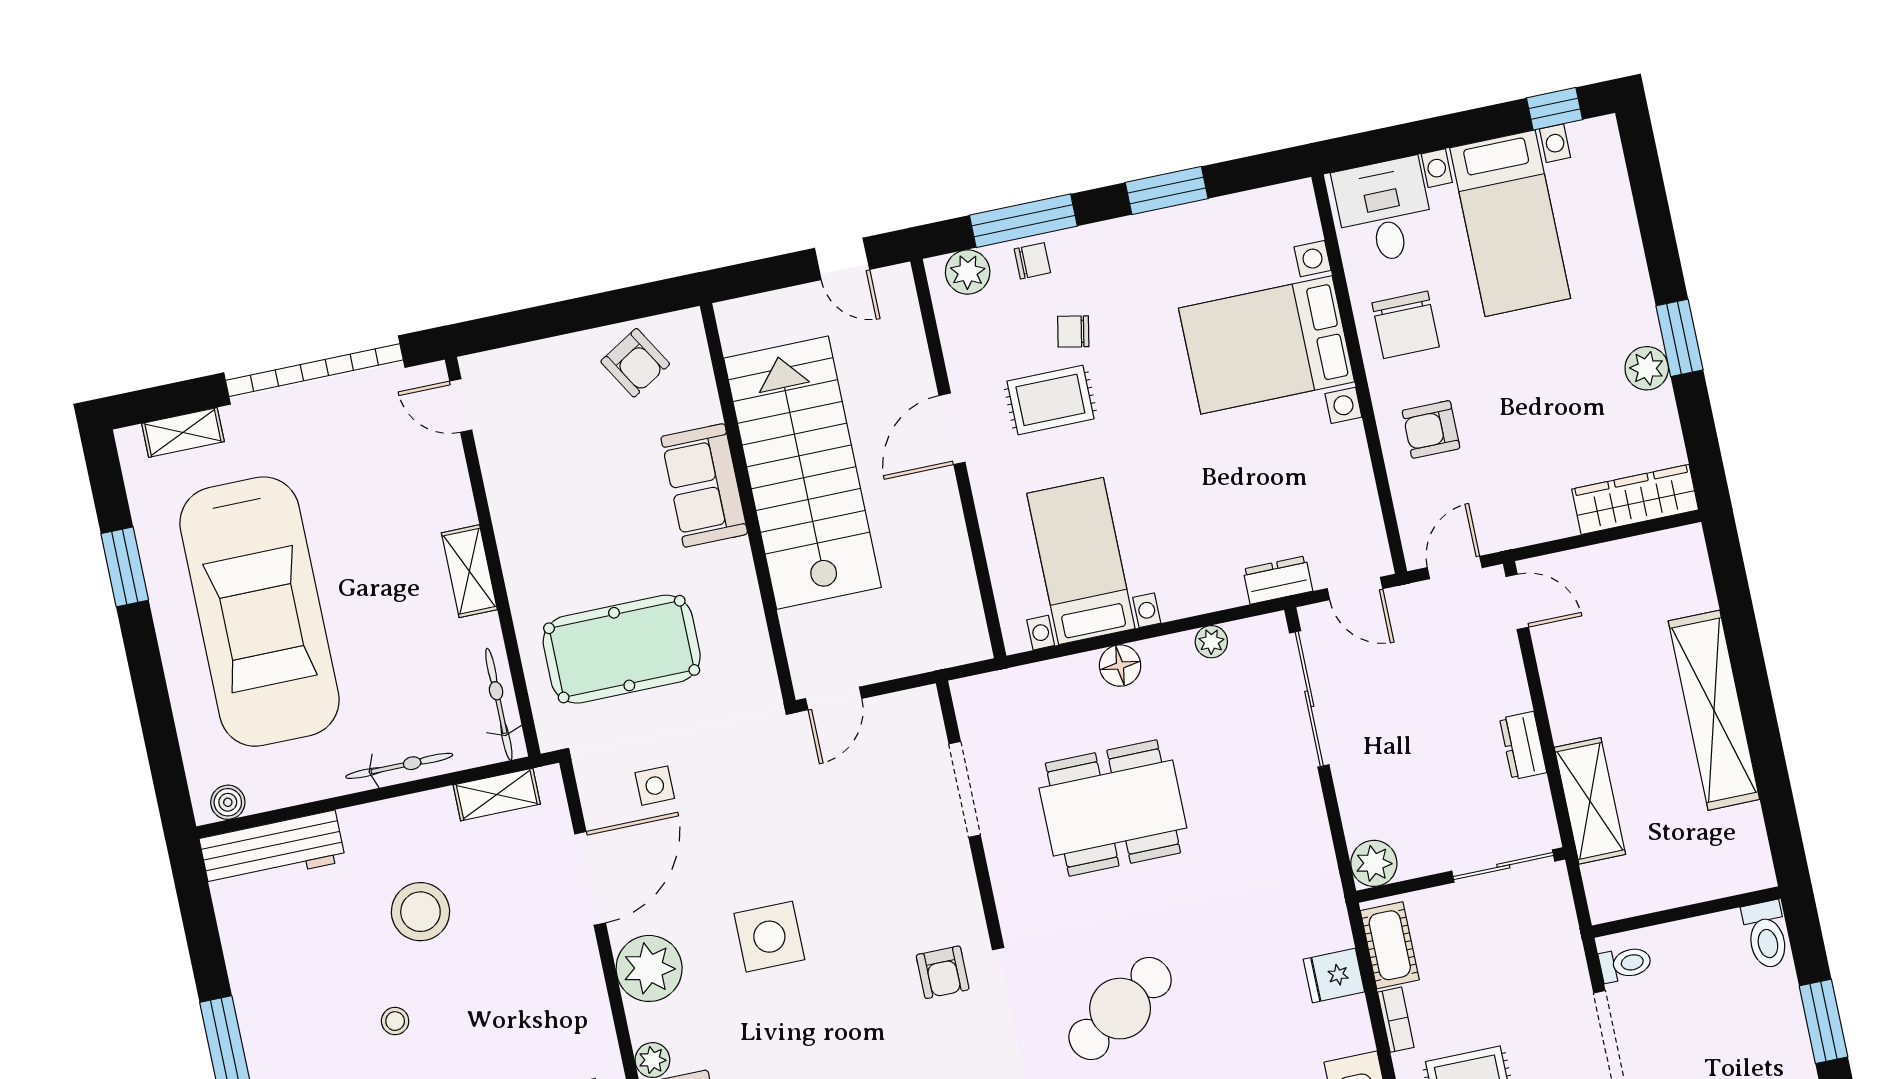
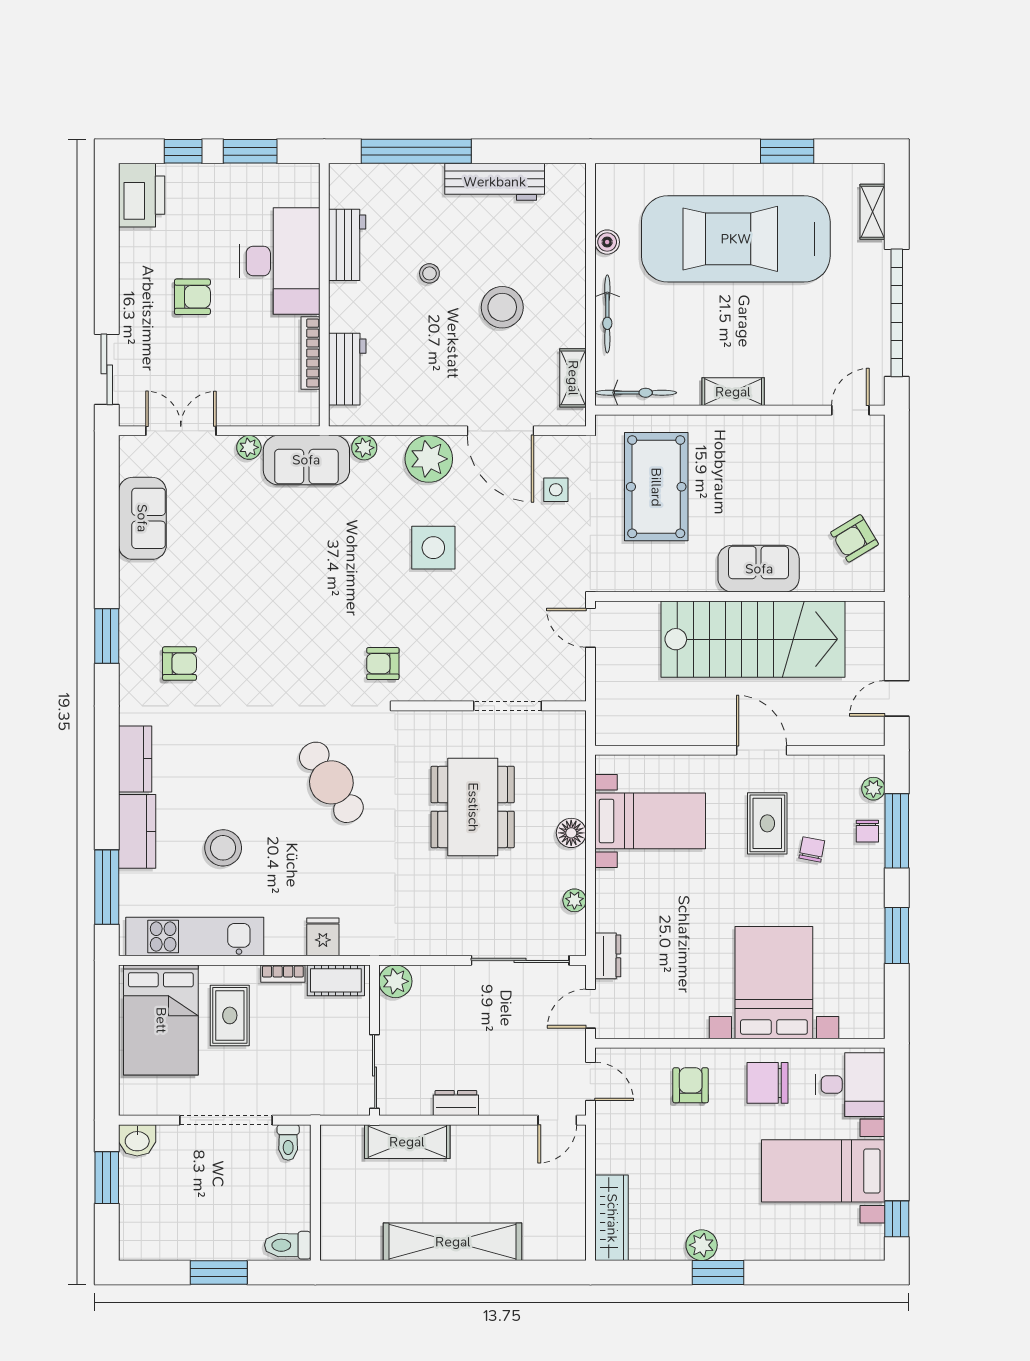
plant: (968, 272) -> (873, 789), width x0.73, depth x0.73
boiler: (228, 802) -> (607, 242), moved
workbench: (272, 850) -> (495, 182), moved, turned -90

